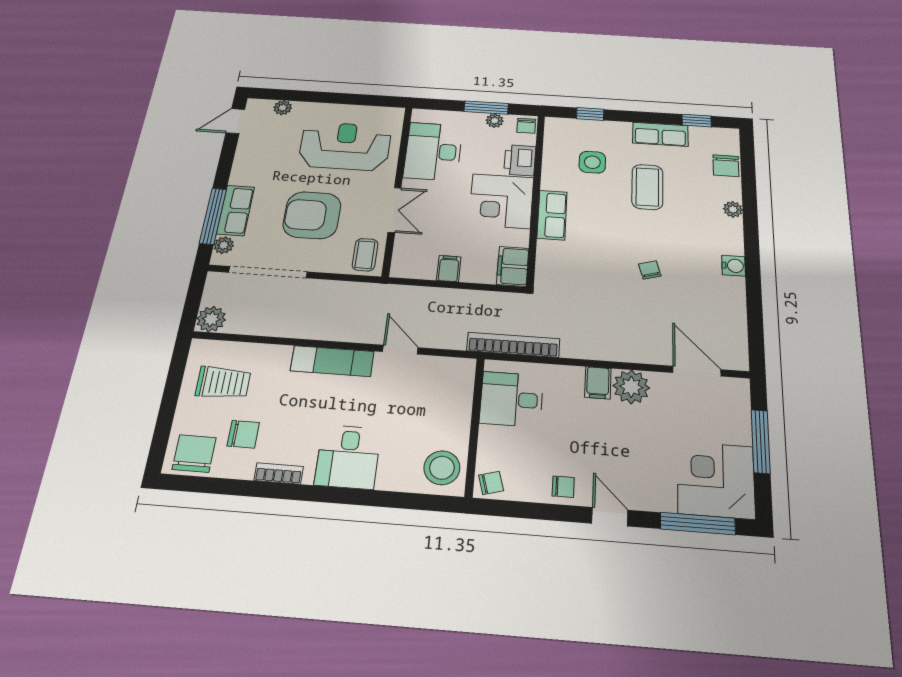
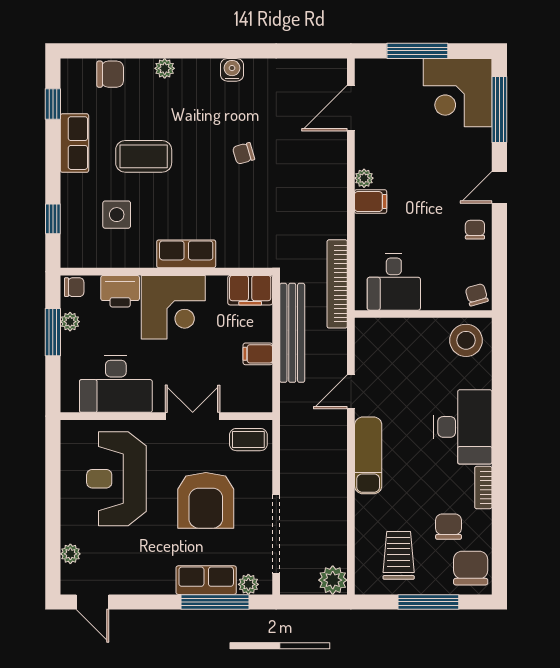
bench: (467, 300) -> (292, 333), added
plant: (631, 387) -> (364, 178), width x0.53, depth x0.53
window: (168, 408) -> (428, 602), added
chair: (194, 454) -> (471, 568), turned 90
desk: (348, 457) -> (462, 427), width x1.37

